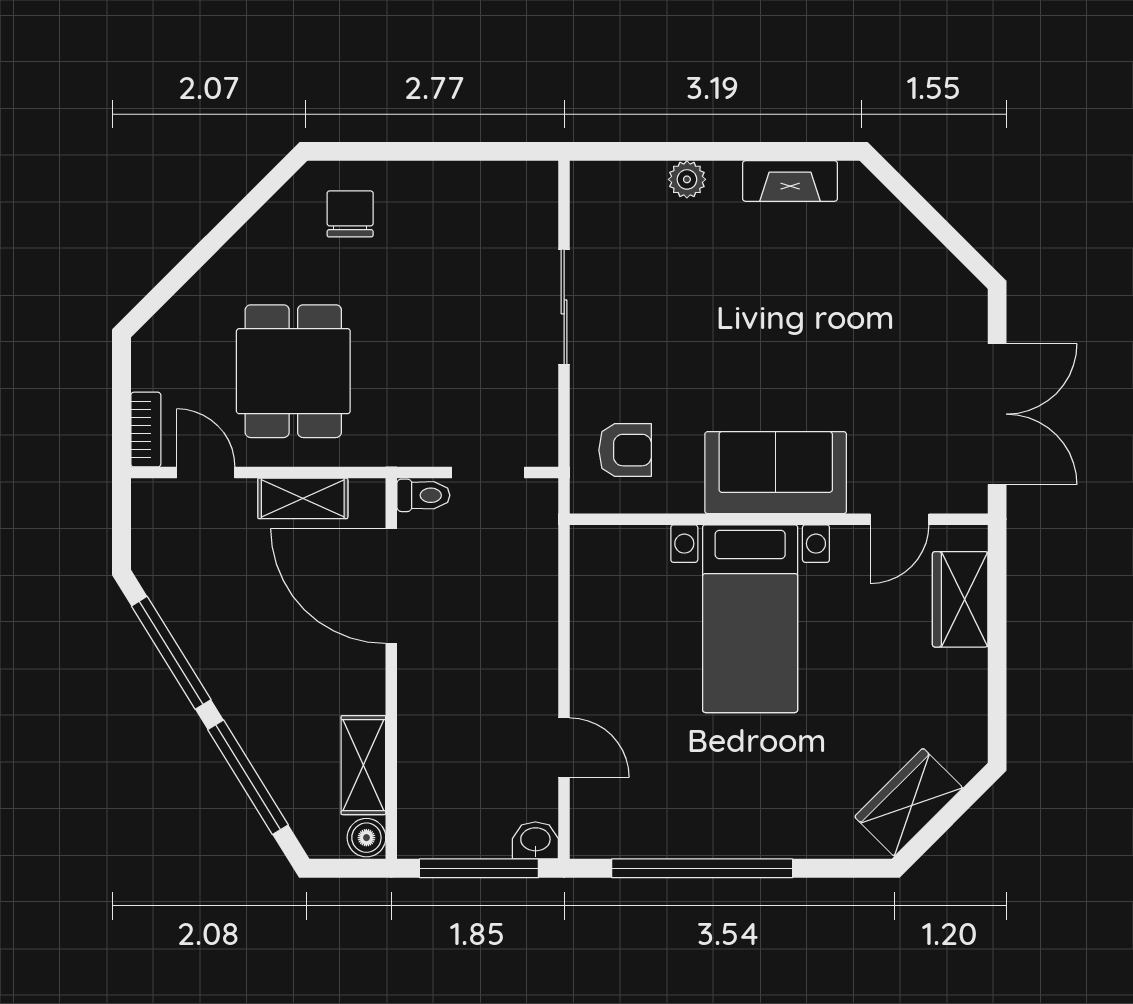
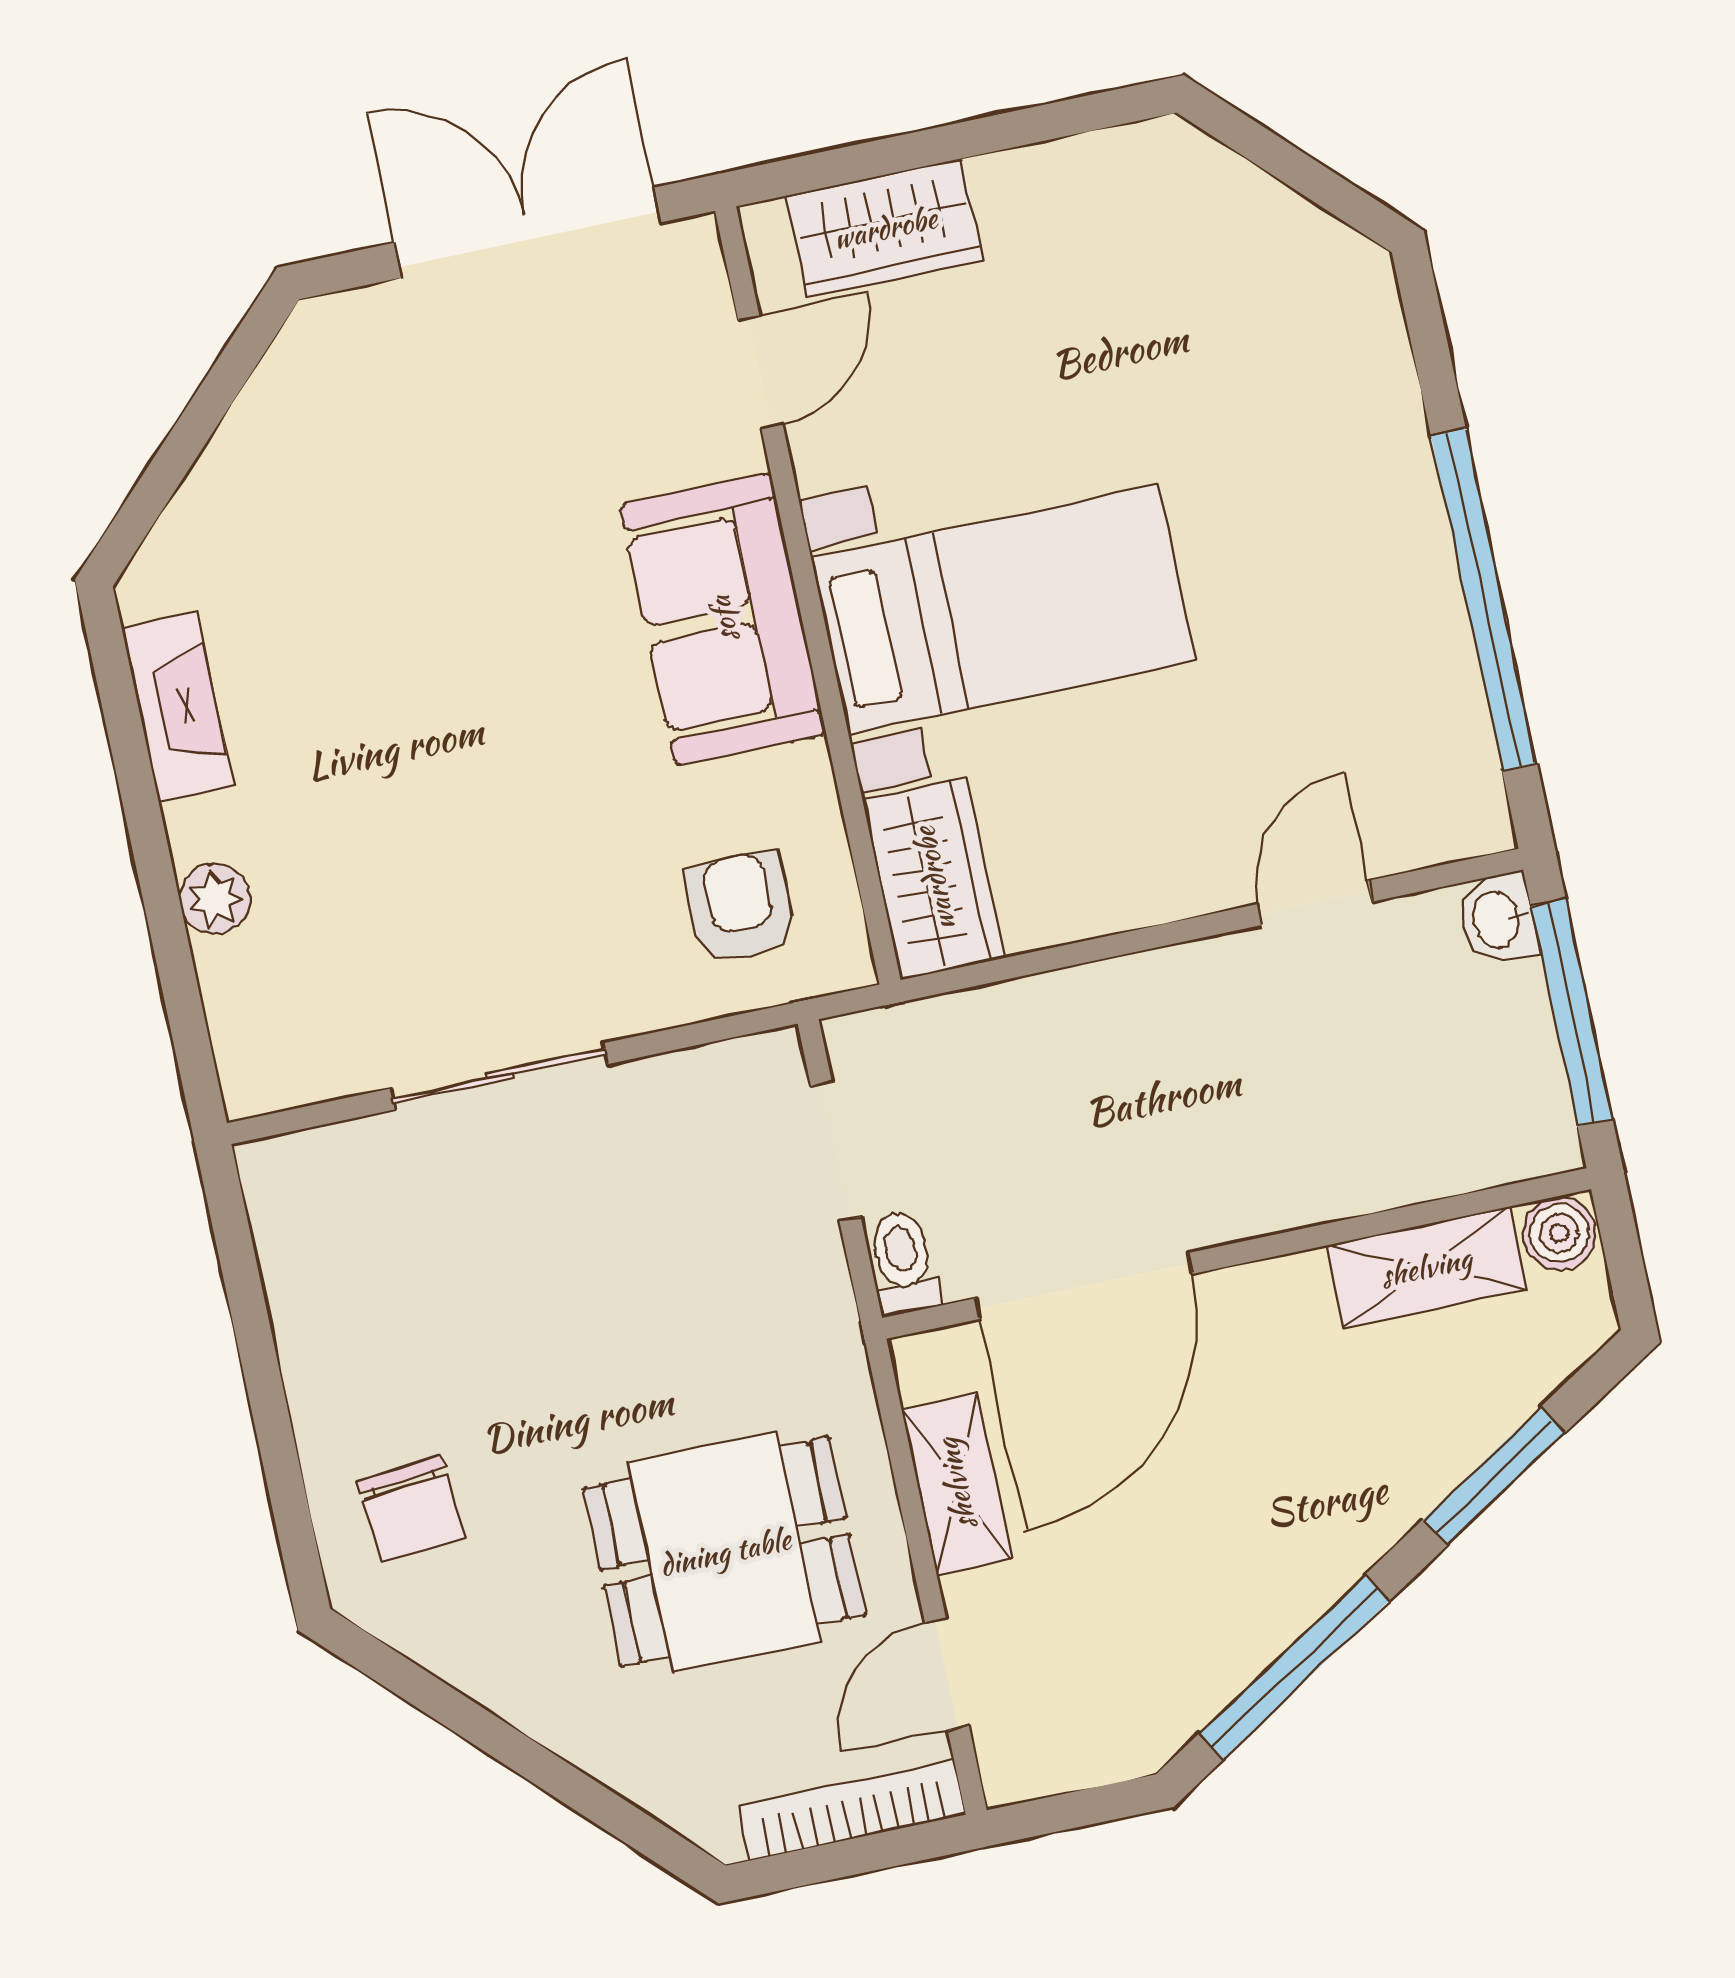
chair: (350, 214) -> (412, 1509), turned -96
bookcase: (146, 430) -> (852, 1810), width x1.56
door: (899, 519) -> (760, 372), hinge flipped
window: (248, 777) -> (1494, 1476), width x0.69
wardrobe: (909, 802) -> (934, 879), moved, turned -135

